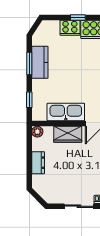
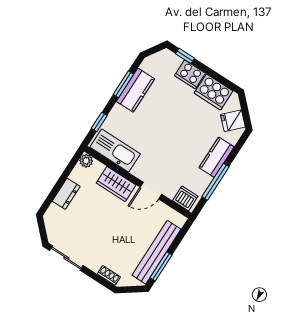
window: (78, 17) -> (185, 56), moved
kitchen sink: (66, 112) -> (115, 151), moved
sliding door: (79, 206) -> (66, 258), moved

